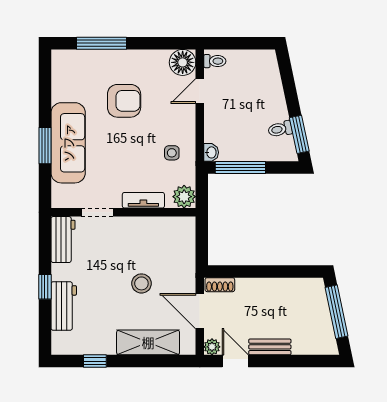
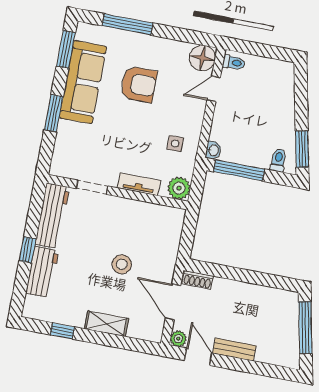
window: (45, 80) -> (66, 49), added
toilet: (280, 129) -> (278, 160), moved, turned 102
sofa: (68, 143) -> (83, 82), moved
workbench: (63, 240) -> (52, 216), width x1.37
shelving: (148, 342) -> (107, 324), width x0.67, depth x0.75

